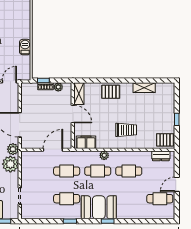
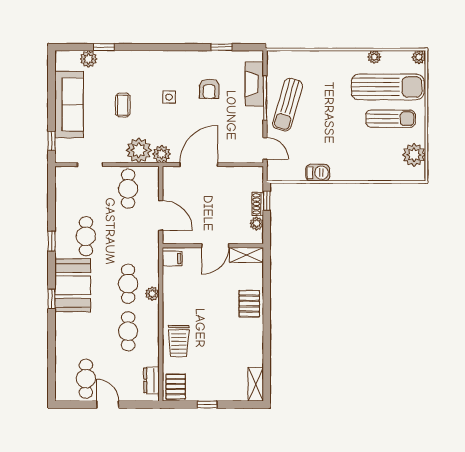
shelving: (144, 88) -> (256, 384), moved
trolley: (126, 130) -> (179, 341), moved
filing cabinet: (86, 142) -> (172, 259), width x0.50
cafe table: (67, 171) -> (128, 189), moved

